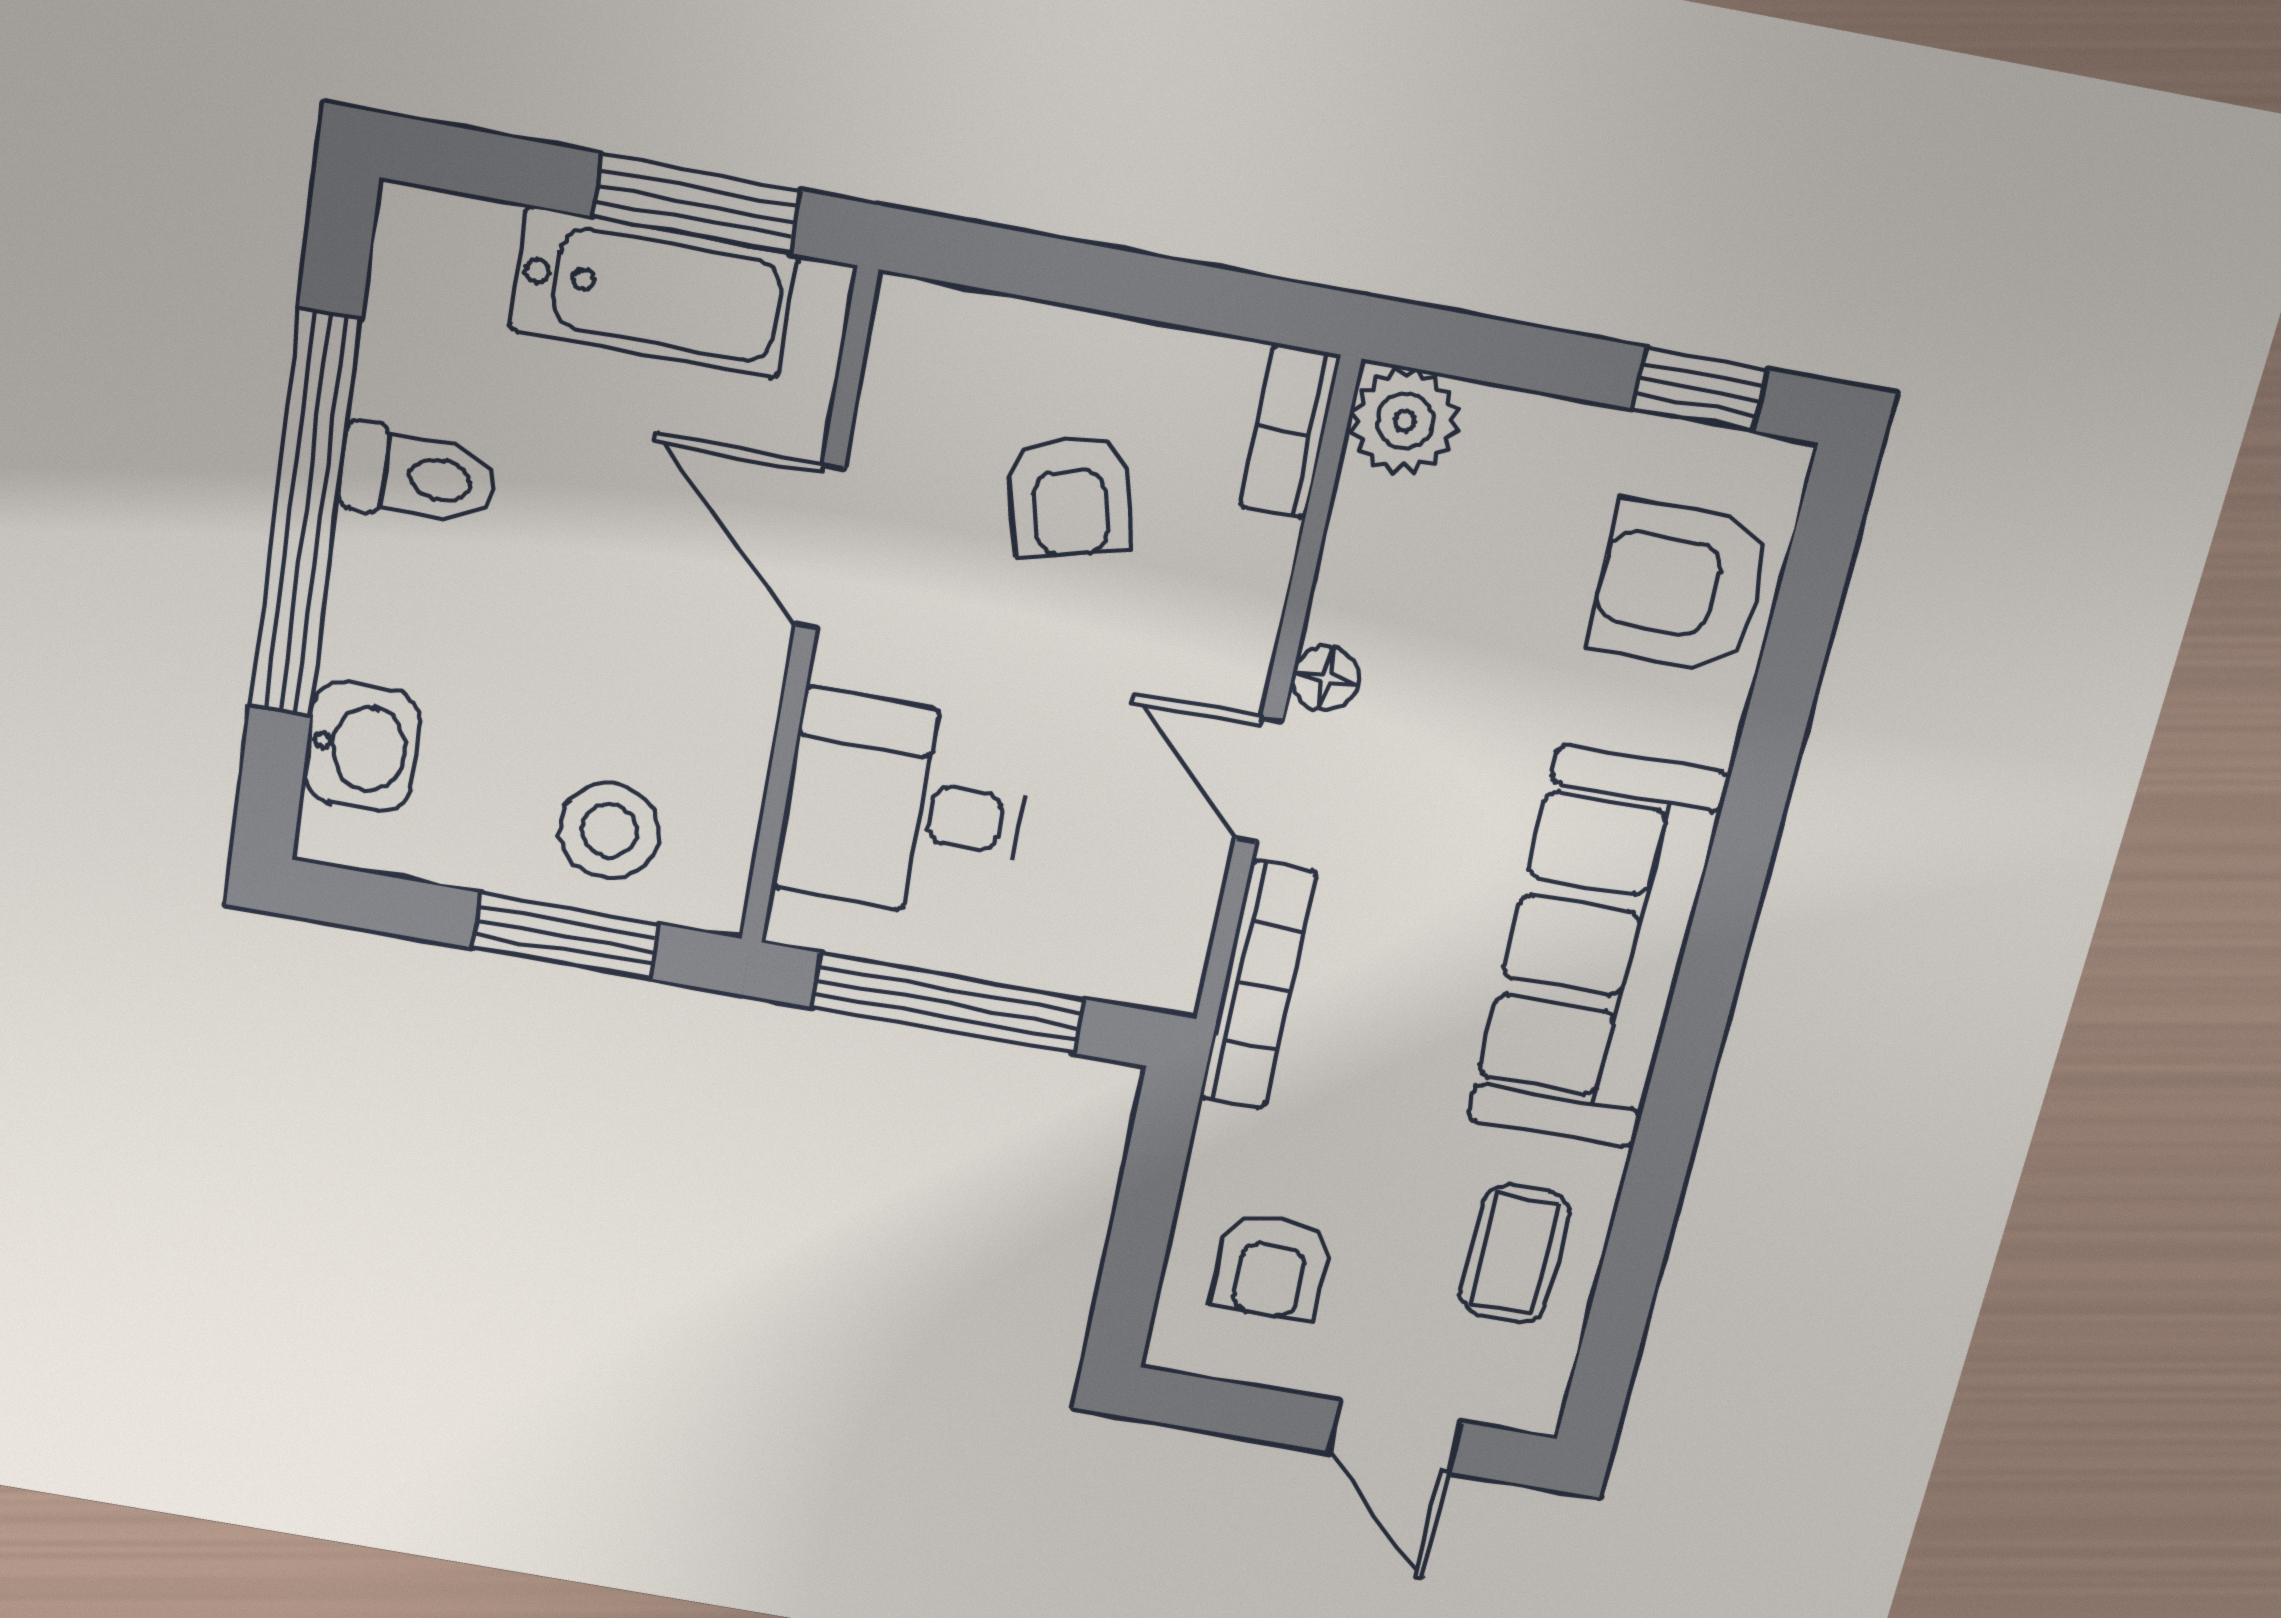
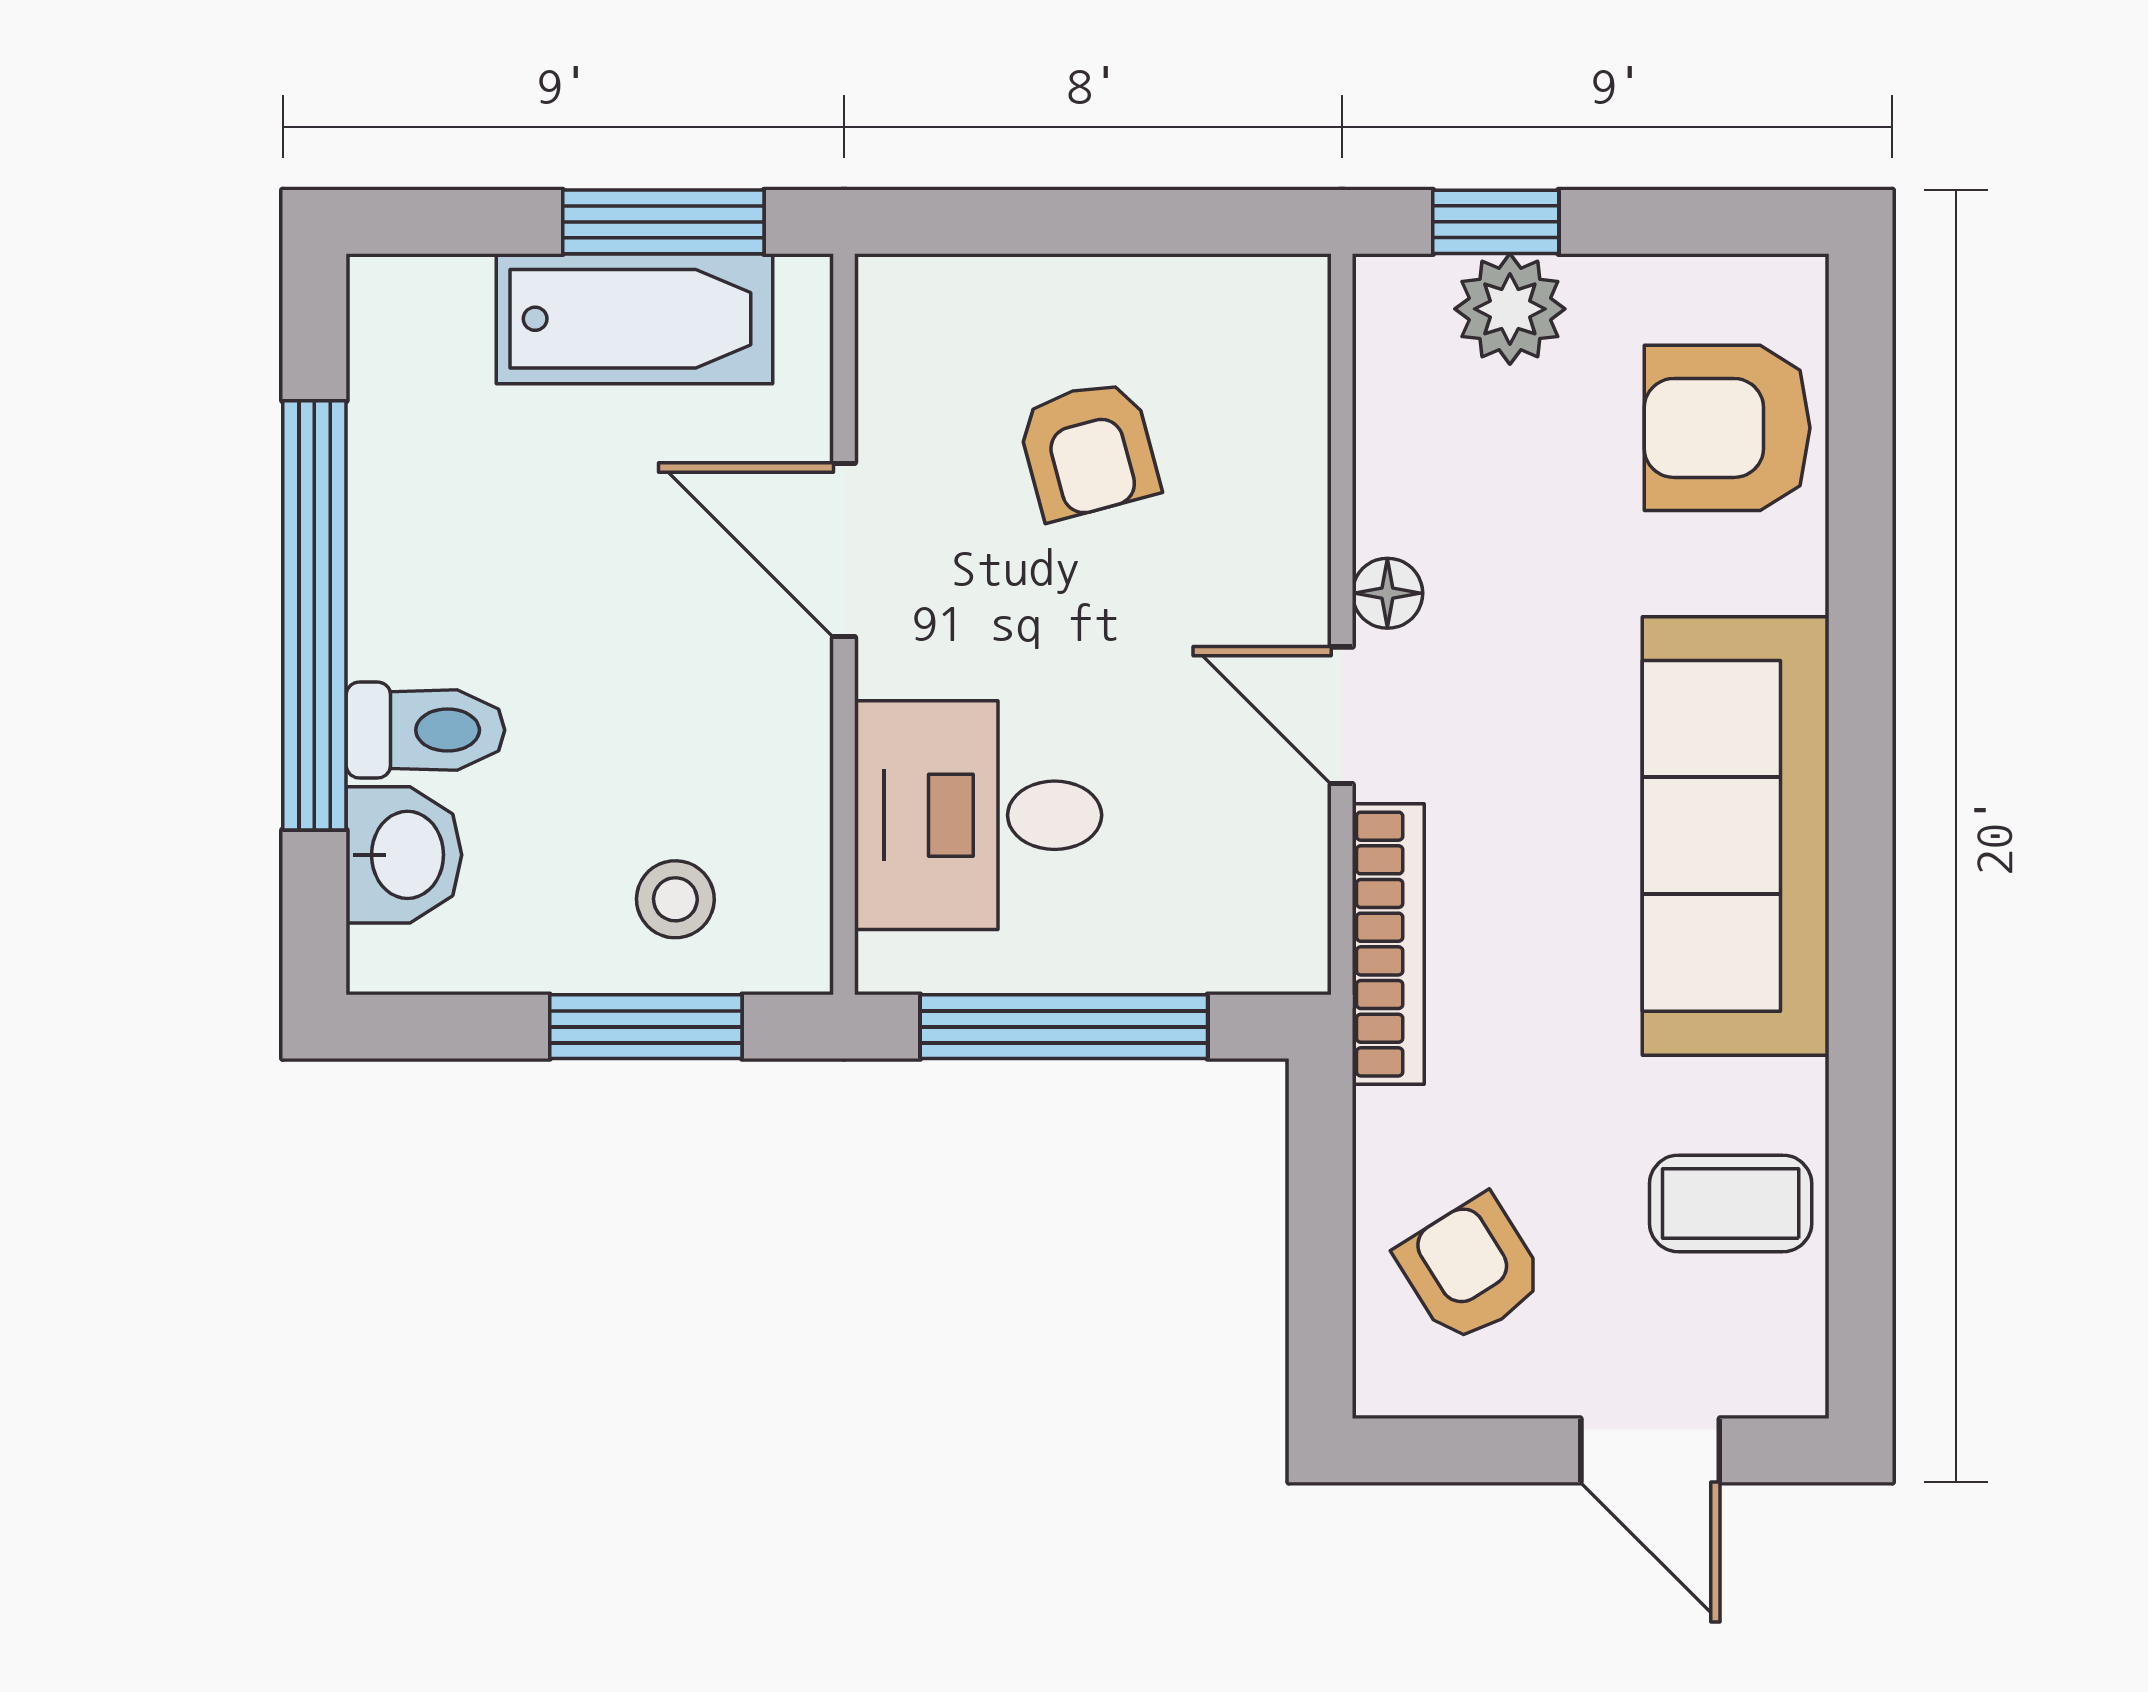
window: (1700, 389) -> (1496, 222), moved
plant: (1405, 421) -> (1510, 309), moved
bookcase: (1290, 431) -> (1296, 341), removed
toilet: (419, 476) -> (425, 730), moved
stool: (609, 831) -> (675, 899), width x0.73, depth x0.73
coffee table: (1515, 1254) -> (1731, 1203), turned 90
armchair: (1271, 1267) -> (1471, 1269), turned 148

